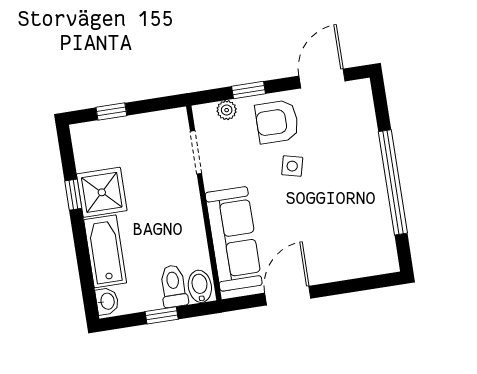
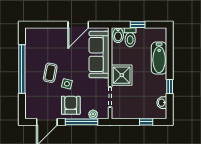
window: (248, 90) -> (82, 122), width x2.17
armchair: (277, 122) -> (71, 105), turned -90
coffee table: (331, 184) -> (50, 73), added
shower: (102, 192) -> (122, 75), moved
washbasin: (107, 301) -> (162, 103), moved

